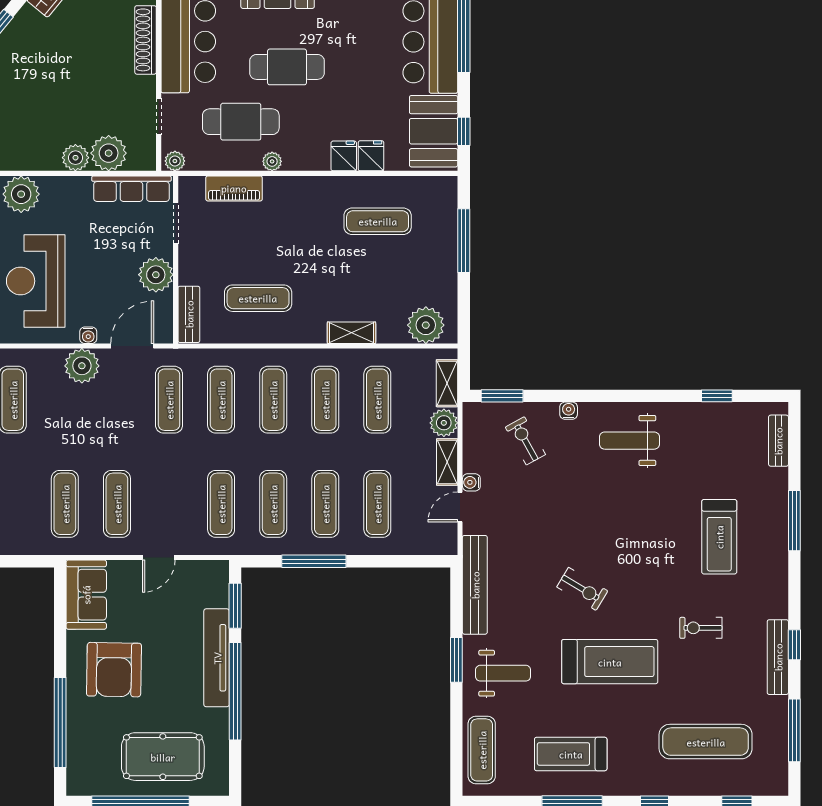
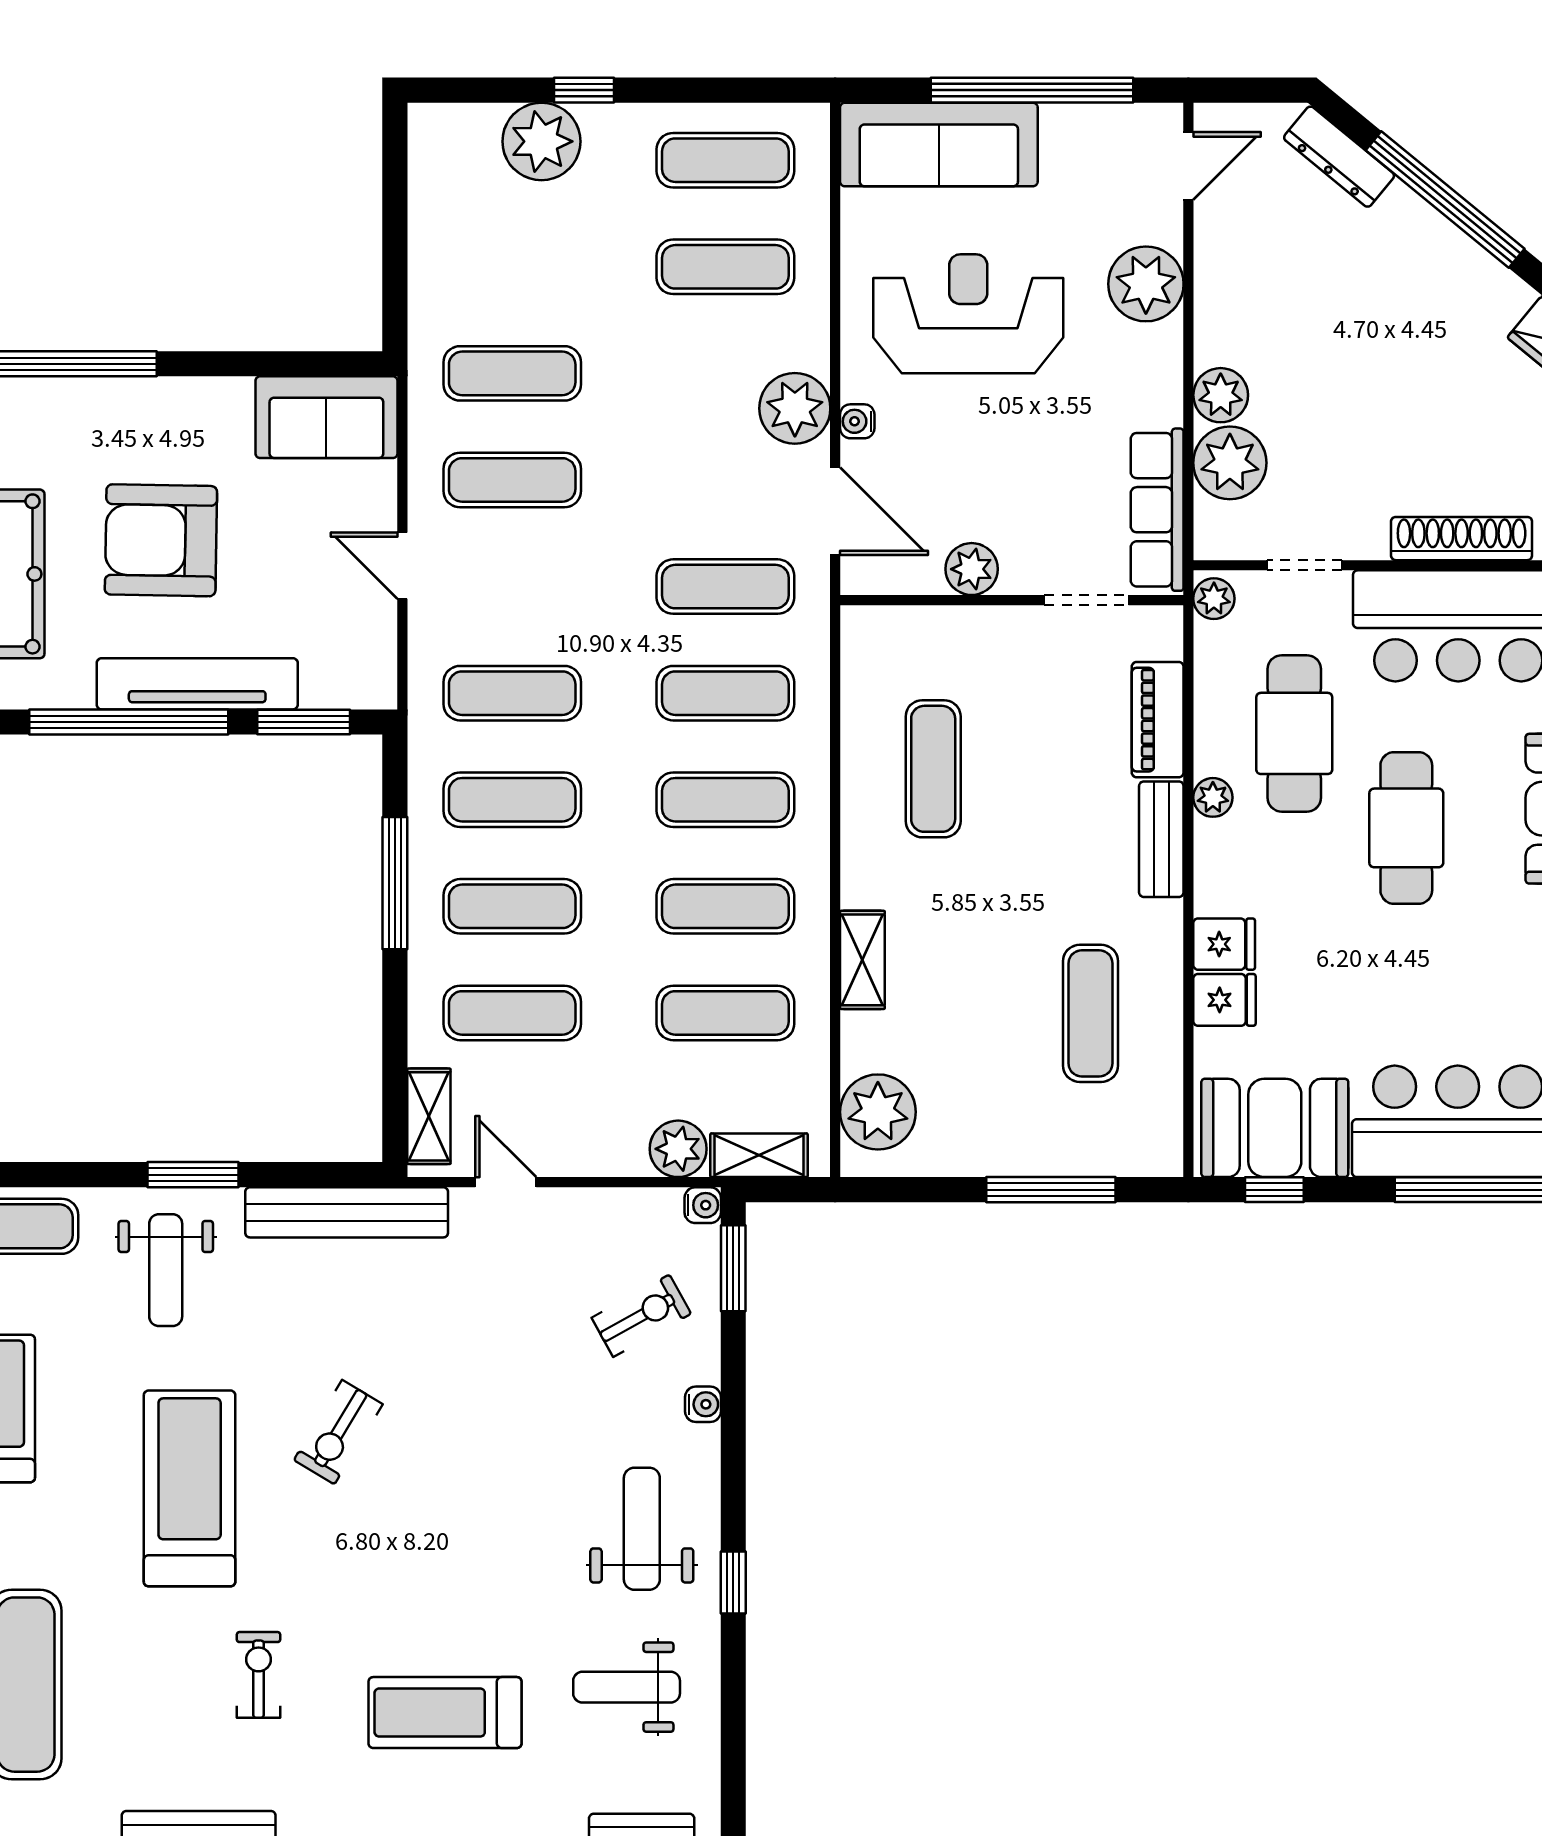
plant: (156, 275) -> (972, 569), width x0.73, depth x0.73
bench: (189, 314) -> (1161, 839), moved, turned 90
window: (717, 396) -> (733, 1582), moved
weight bench: (707, 448) -> (627, 1687), added
shelving: (447, 462) -> (429, 1116), moved, turned 90
water cooler: (471, 482) -> (703, 1205), moved, turned 90
treadmill: (610, 662) -> (190, 1488), turned 180
armchair: (114, 670) -> (161, 540), moved

